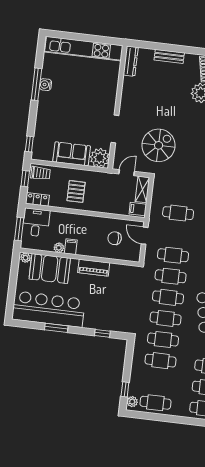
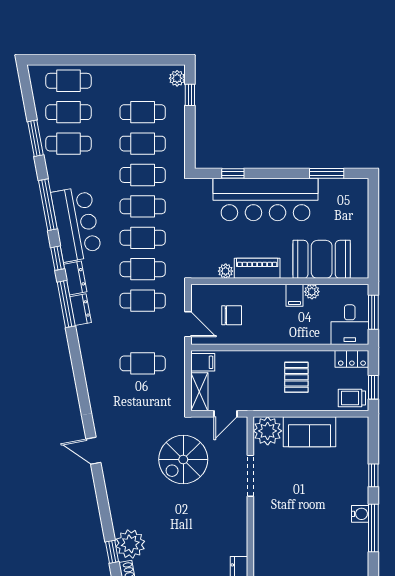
water cooler: (45, 85) -> (360, 514), moved
window: (29, 144) -> (373, 475), moved
plant: (26, 258) -> (226, 271), moved
bar counter: (48, 309) -> (265, 199), moved
window: (56, 328) -> (327, 173), moved
cafe table: (155, 403) -> (143, 112), moved

